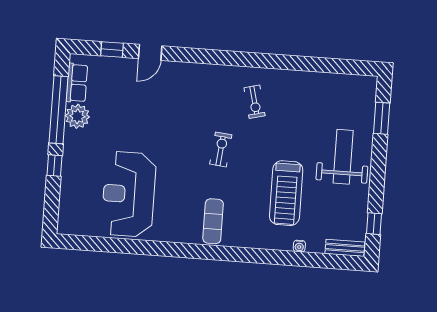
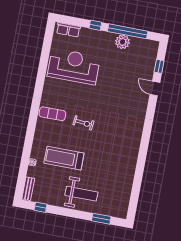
row of seats: (77, 83) -> (68, 30), moved
exercise bike: (255, 102) -> (119, 146), removed
exercise bike: (221, 149) -> (83, 123), moved

